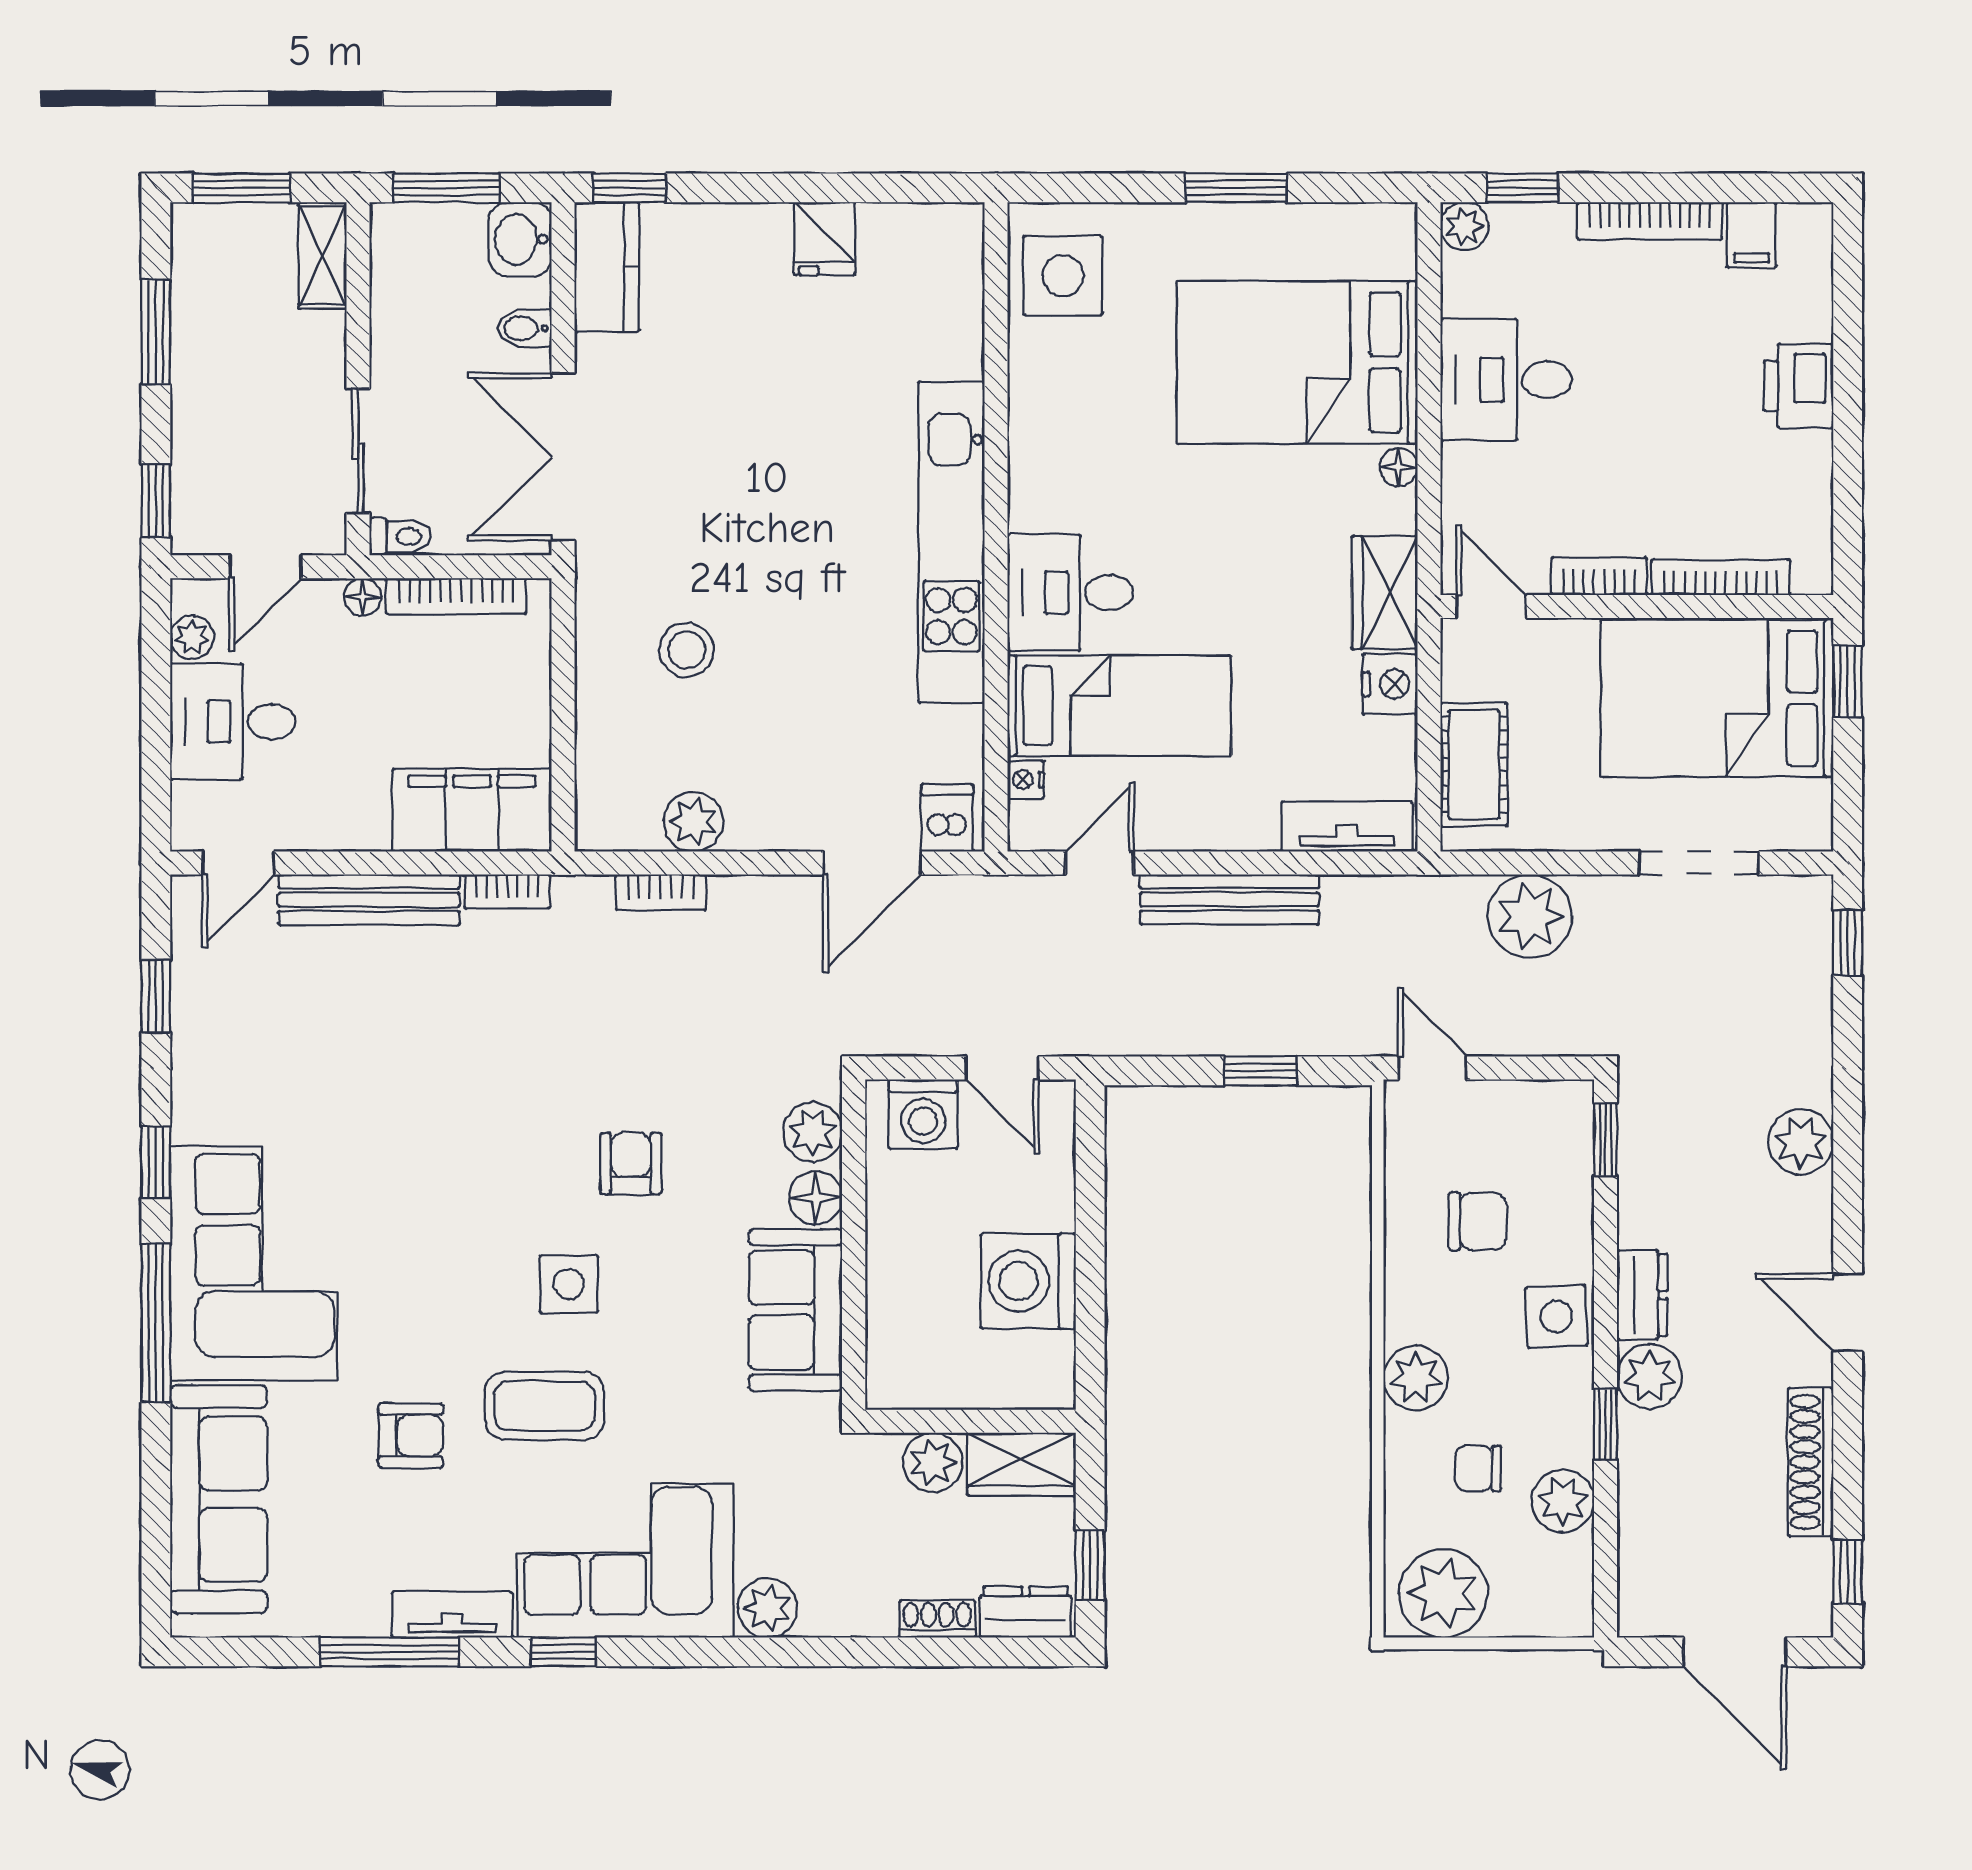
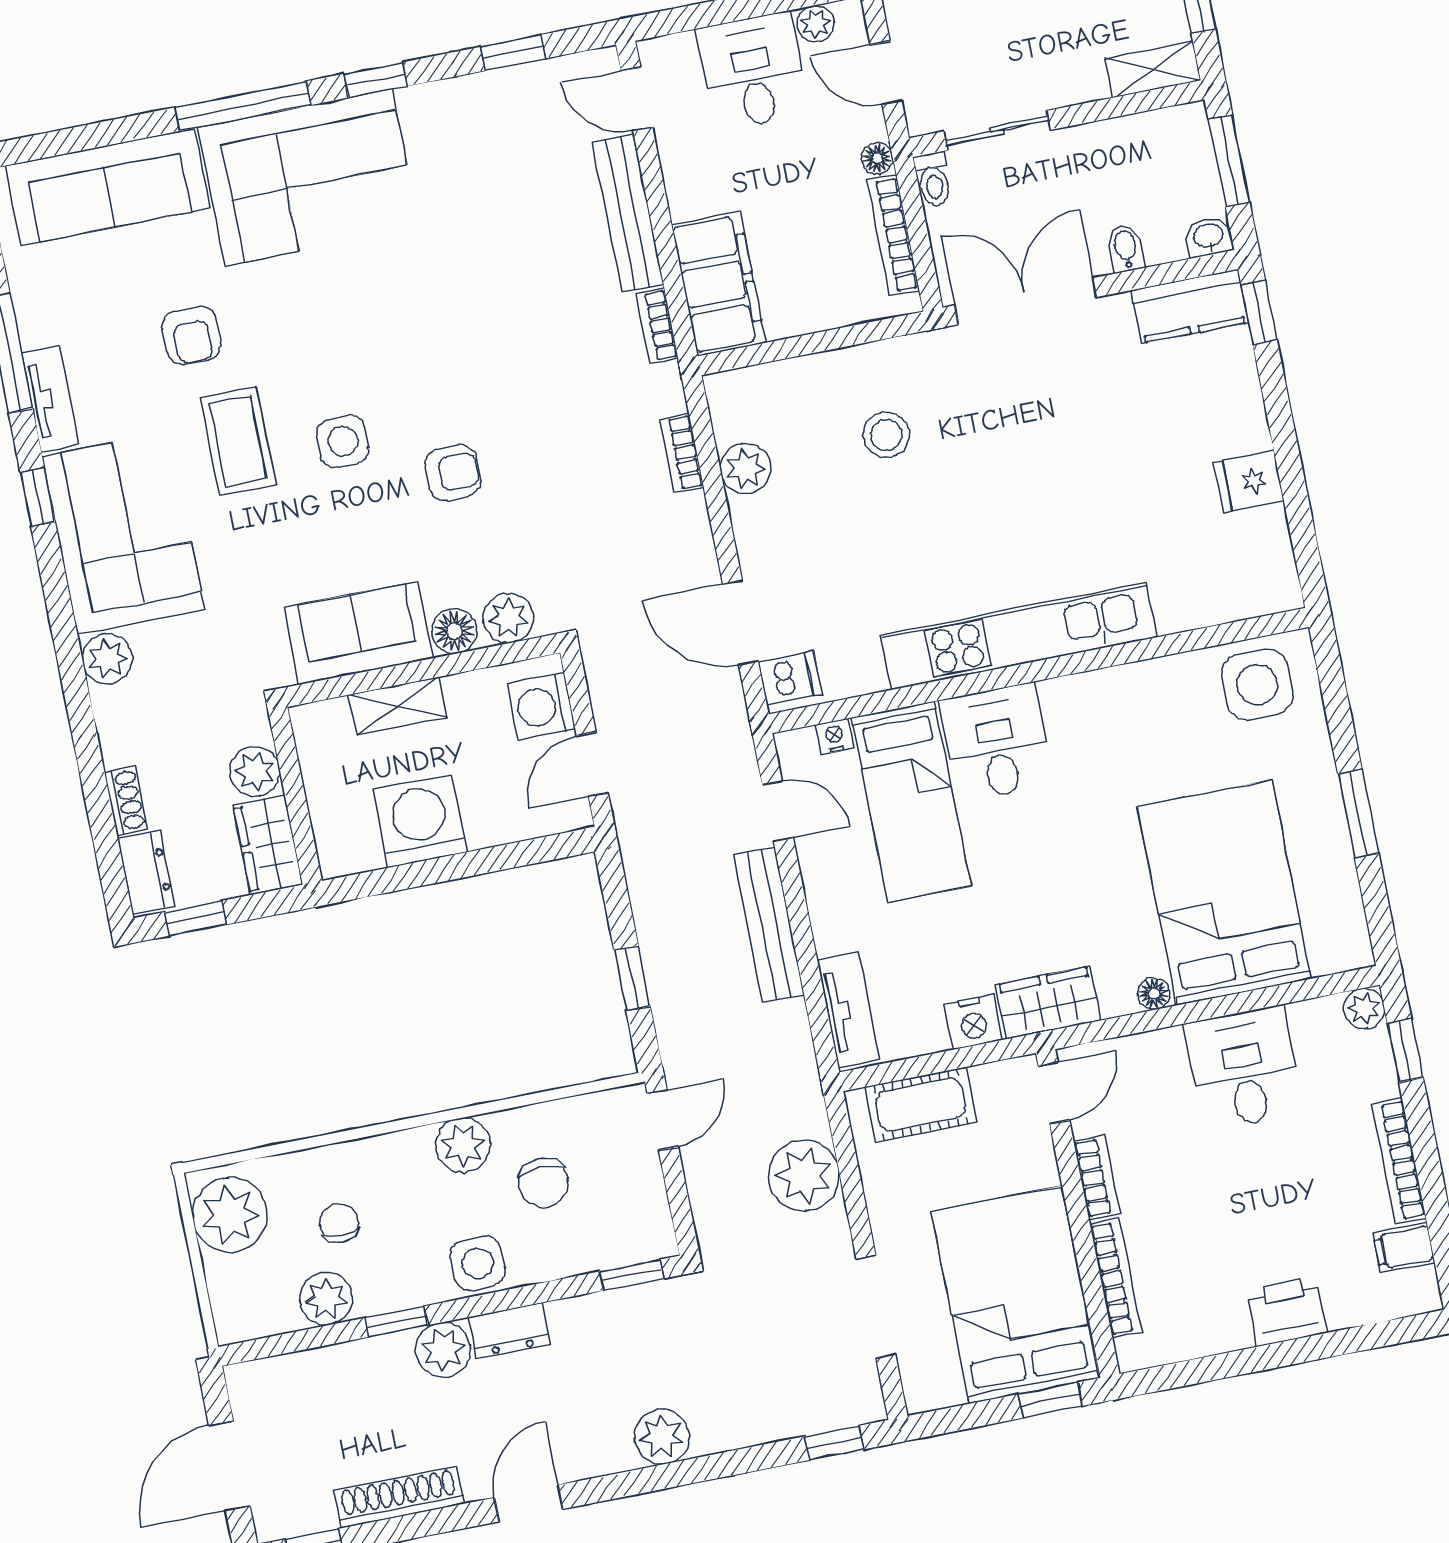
washbasin: (520, 239) -> (1209, 236), width x0.72, depth x0.69
shelving: (890, 1281) -> (398, 706), added
plant: (1416, 1378) -> (463, 1145), moved

